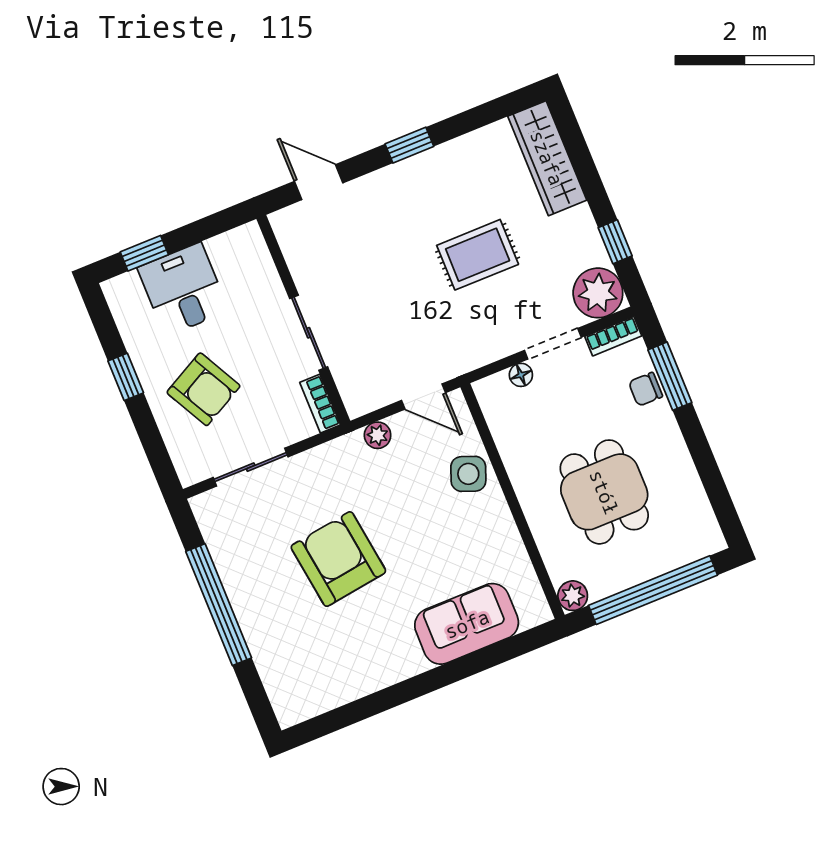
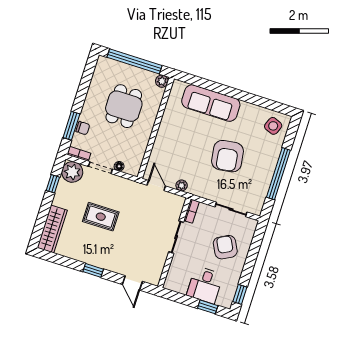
window: (126, 377) -> (240, 294), moved
side table: (468, 474) -> (273, 126), moved
sofa: (467, 624) -> (211, 103), width x1.36

